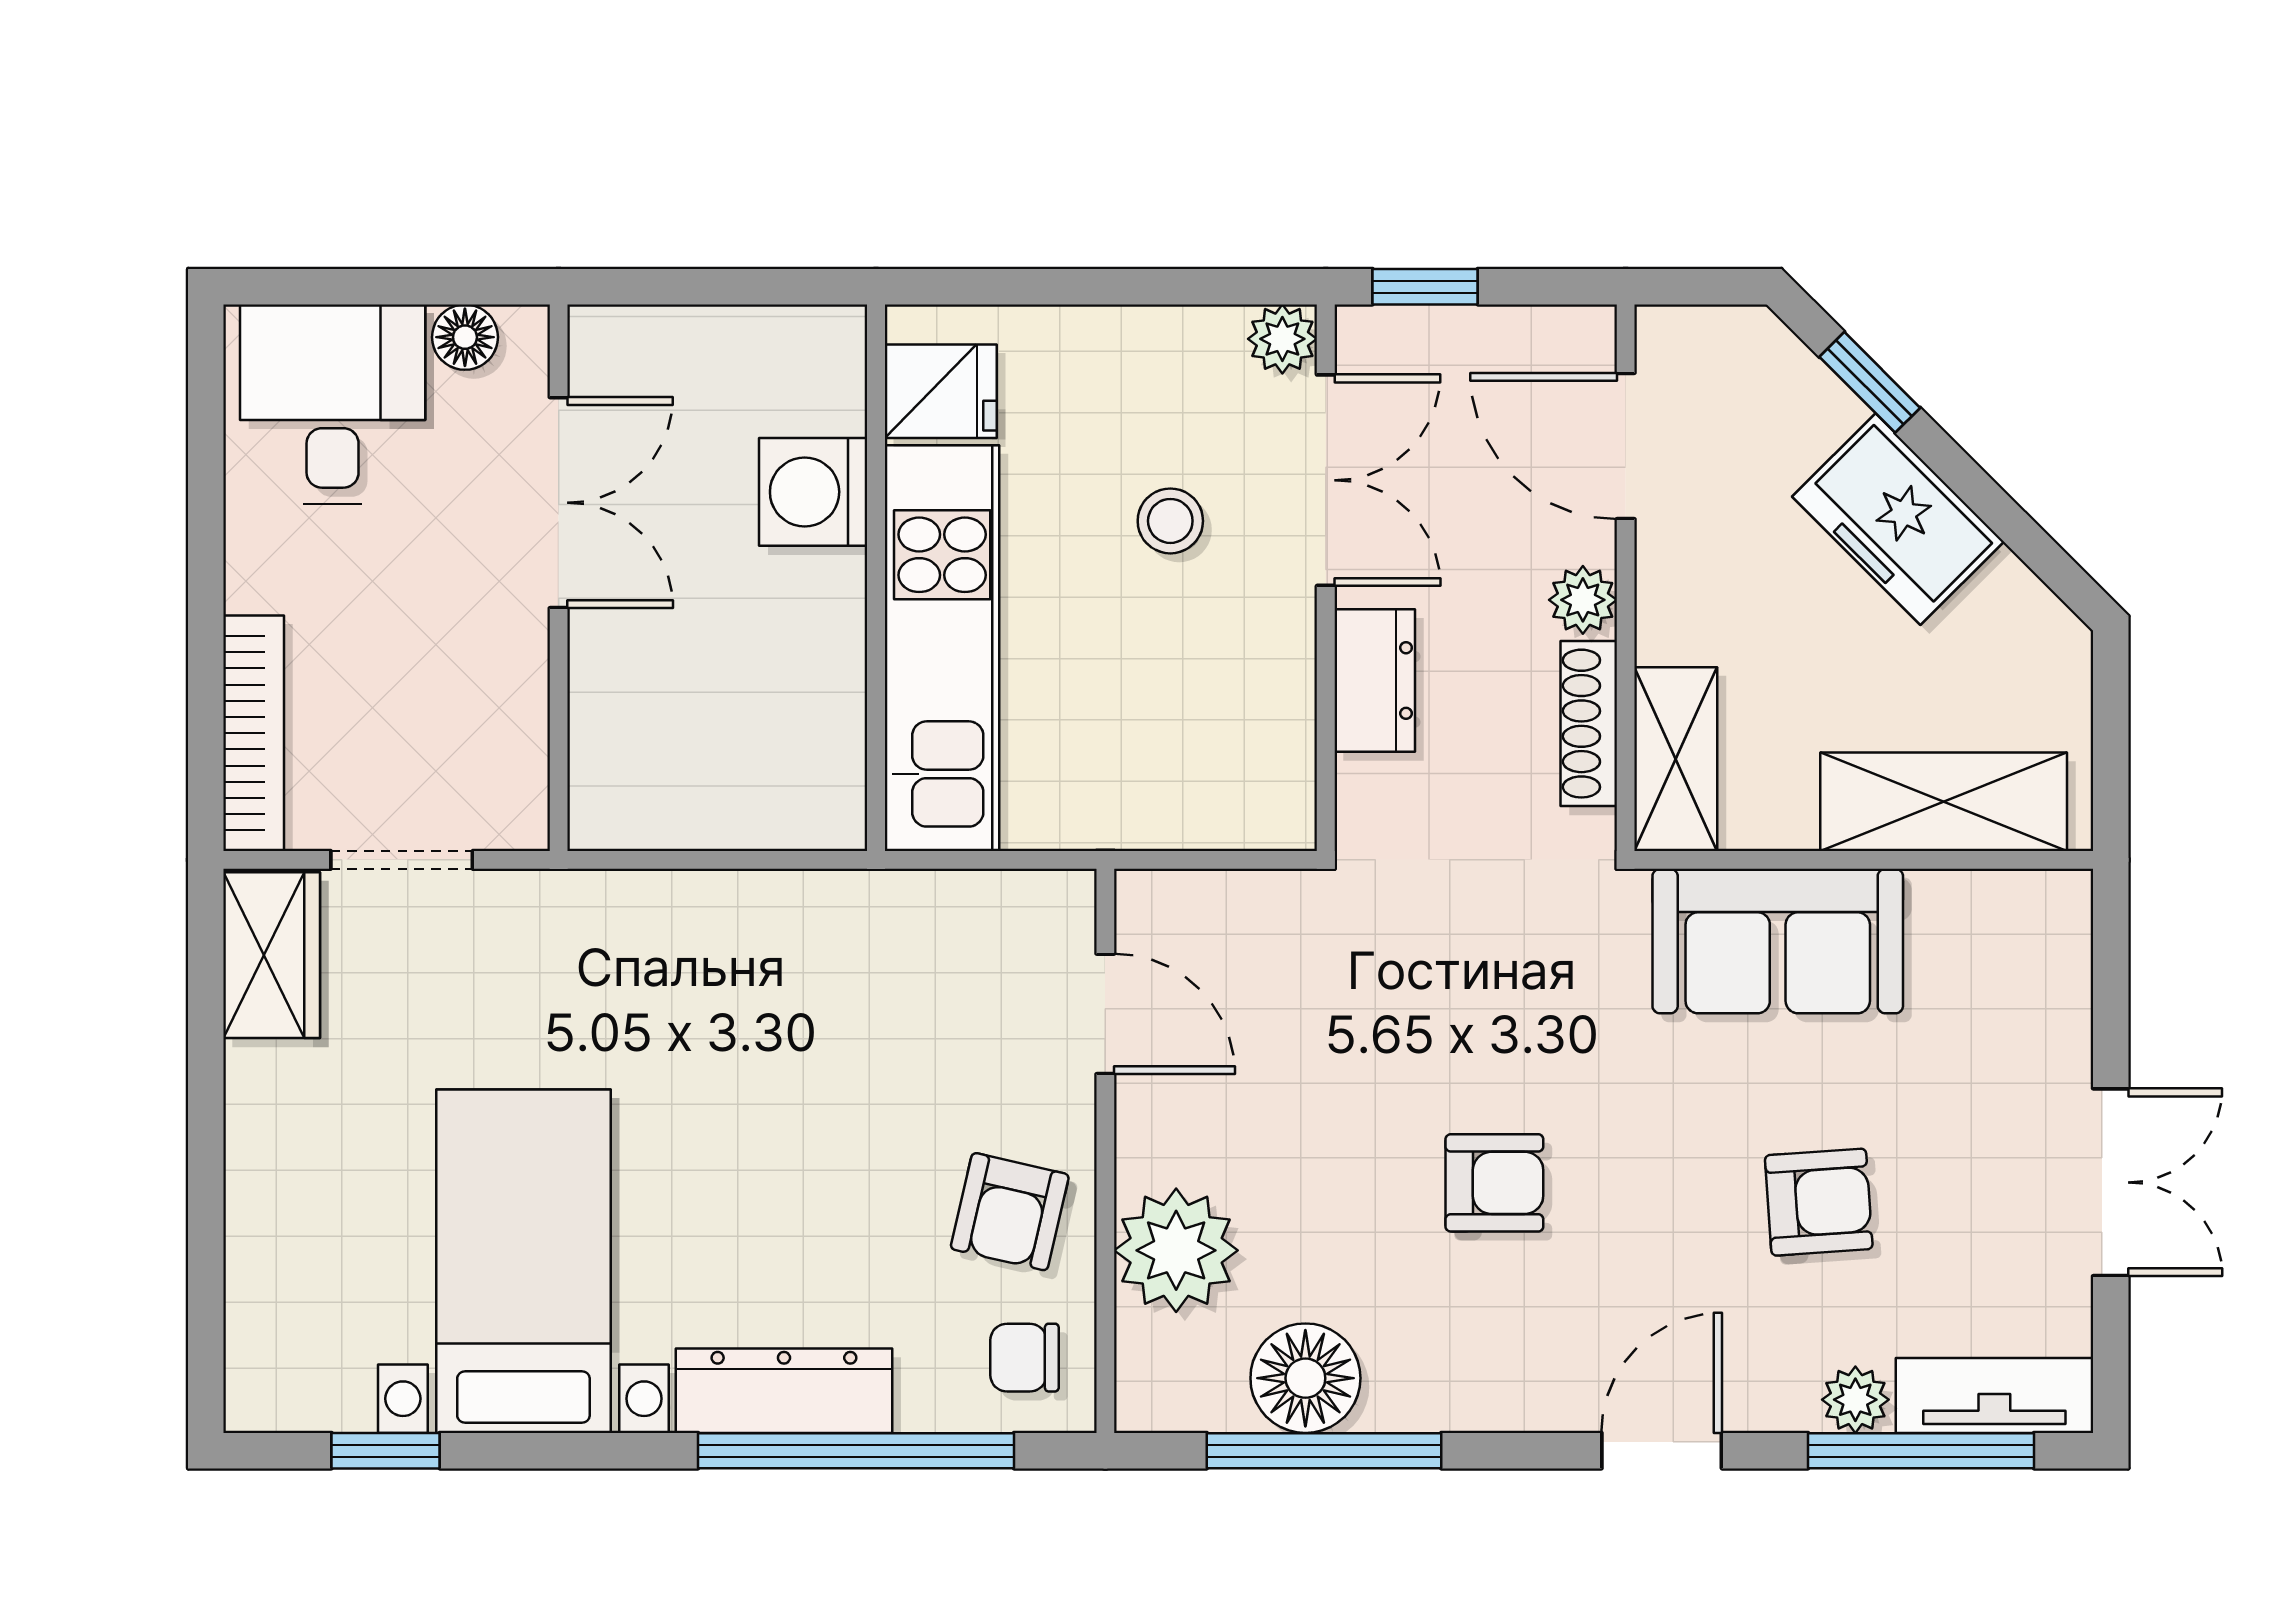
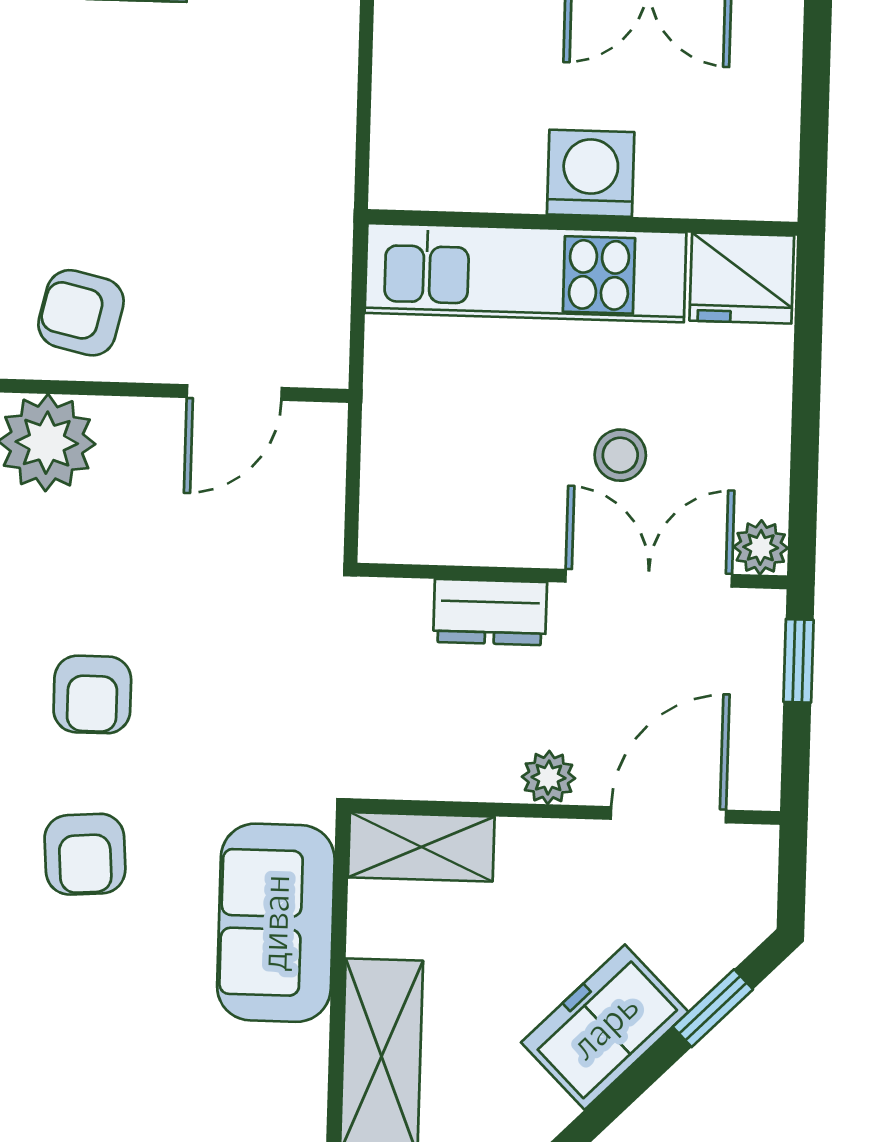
fridge: (941, 391) -> (742, 278), width x1.38
double door: (1326, 480) -> (649, 578), swing flipped
washing machine: (813, 492) -> (591, 173), moved
shoe rack: (1589, 724) -> (451, 779), removed
armchair: (1819, 1202) -> (85, 854), moved

